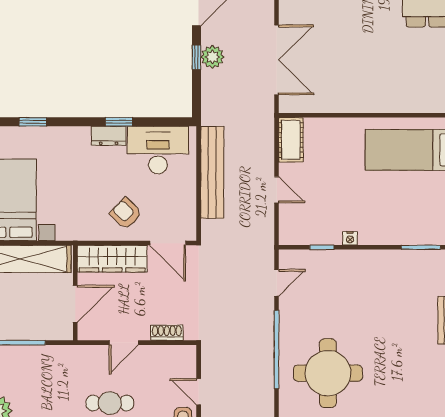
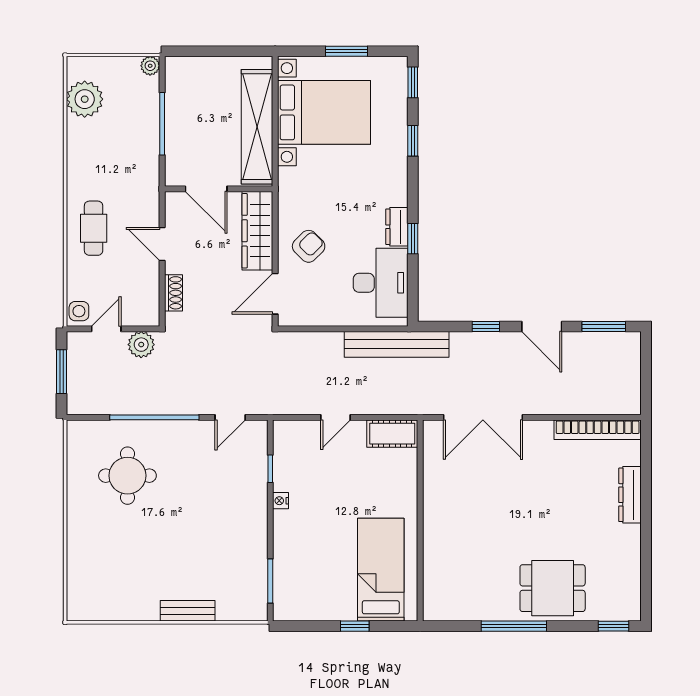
plant: (212, 57) -> (141, 345), moved
bench: (212, 172) -> (397, 344), moved
door: (277, 283) -> (230, 417), hinge flipped
round table: (328, 373) -> (127, 476), width x0.73, depth x0.73

